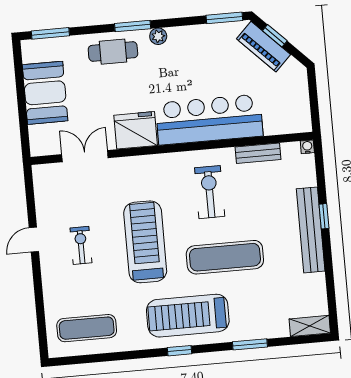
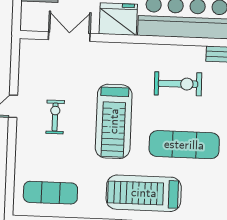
exercise bike: (210, 192) -> (178, 84), turned 89
treadmill: (145, 242) -> (114, 121), turned 180

